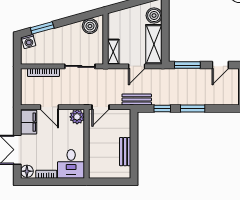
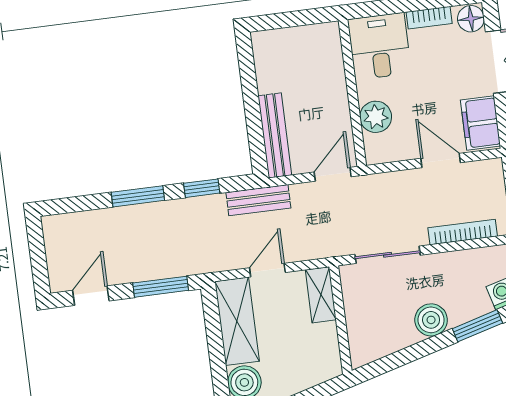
boiler: (90, 26) -> (431, 320), moved
plant: (77, 117) -> (376, 117), moved
bench: (125, 152) -> (275, 135), moved, width x1.36

